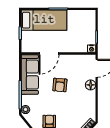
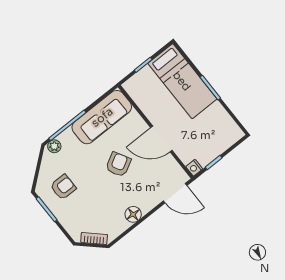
door: (49, 53) -> (161, 139), moved
armchair: (60, 85) -> (118, 164), turned 146
floor lamp: (91, 85) -> (133, 214), moved

